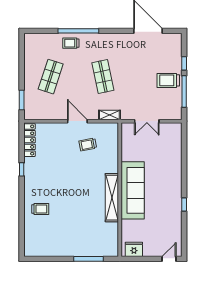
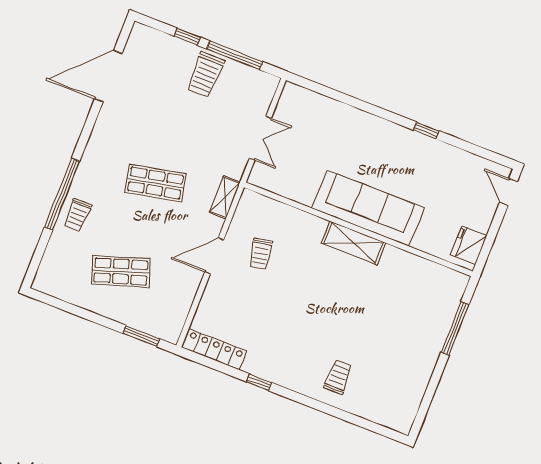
shop shelf: (51, 77) -> (121, 271), turned -36
shelving: (112, 198) -> (354, 243), width x0.68

